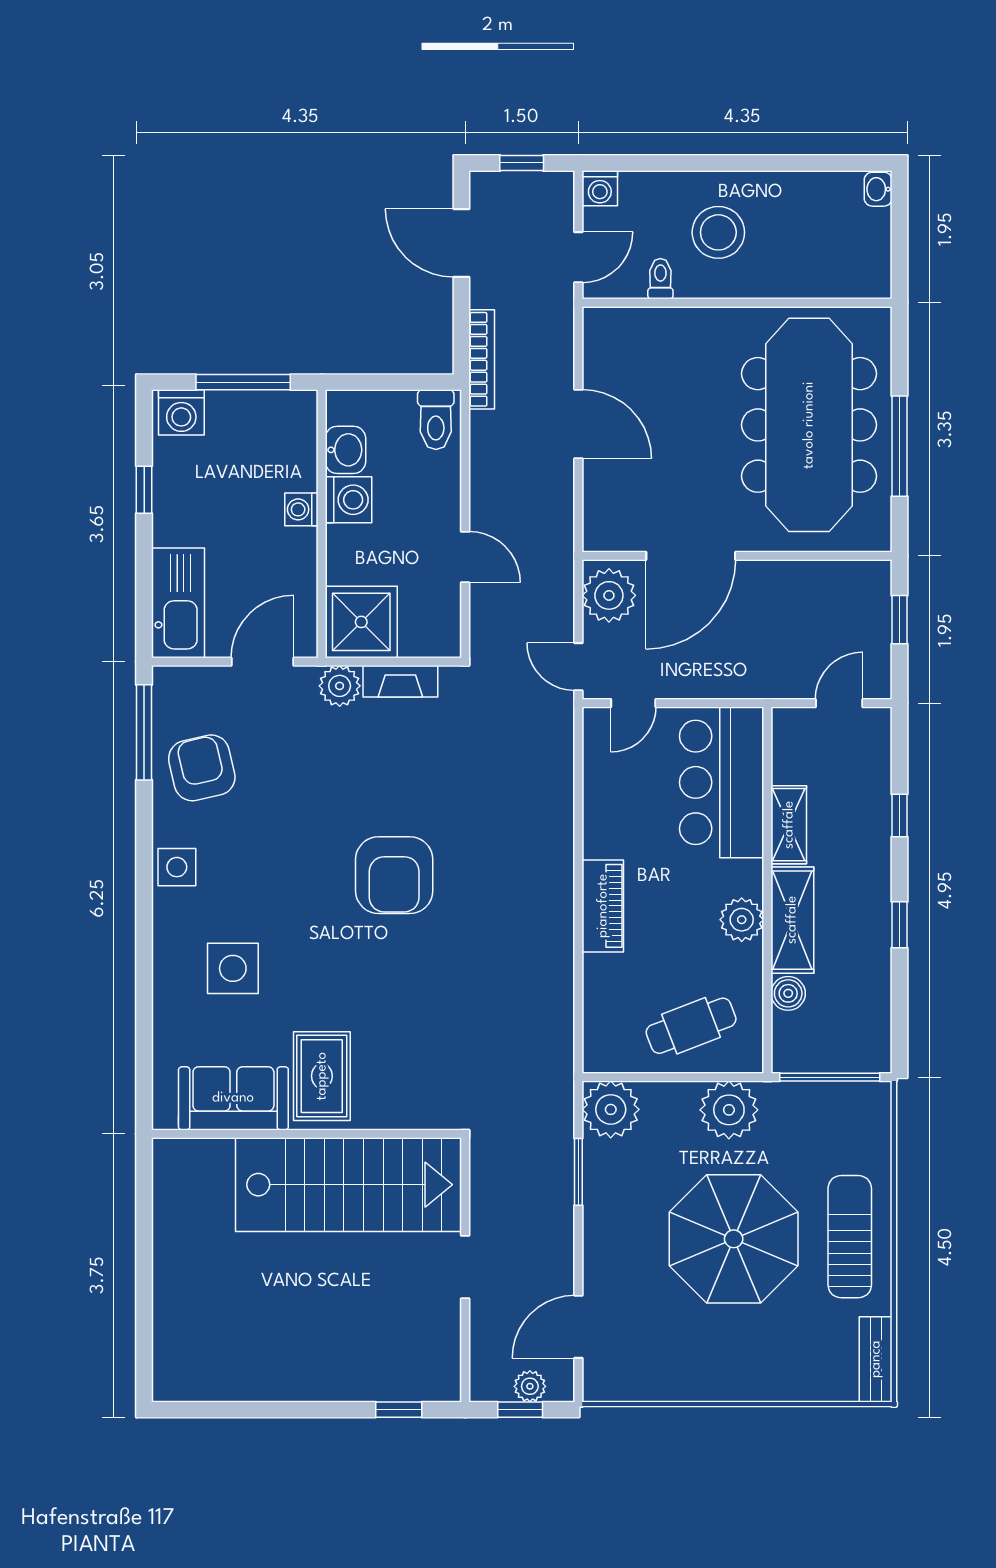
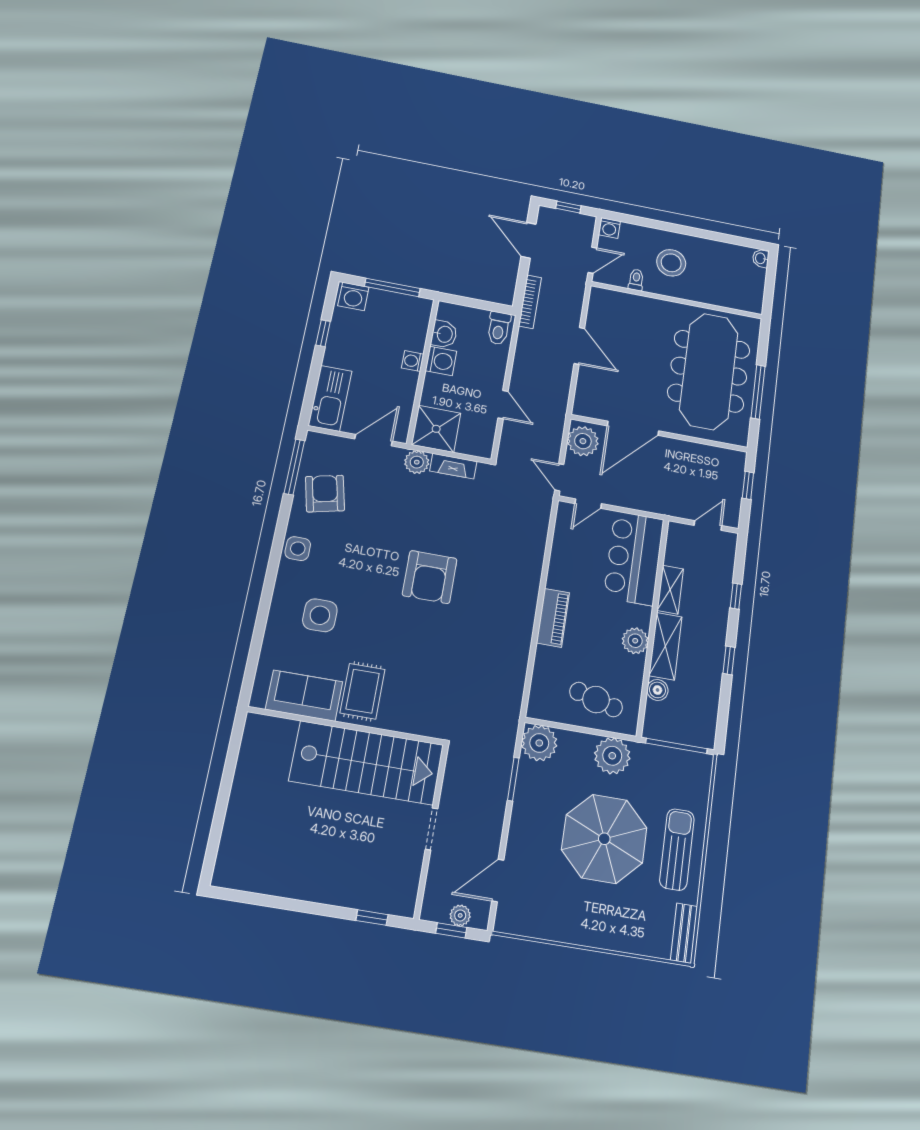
cafe table: (691, 1026) -> (596, 700), turned 36

